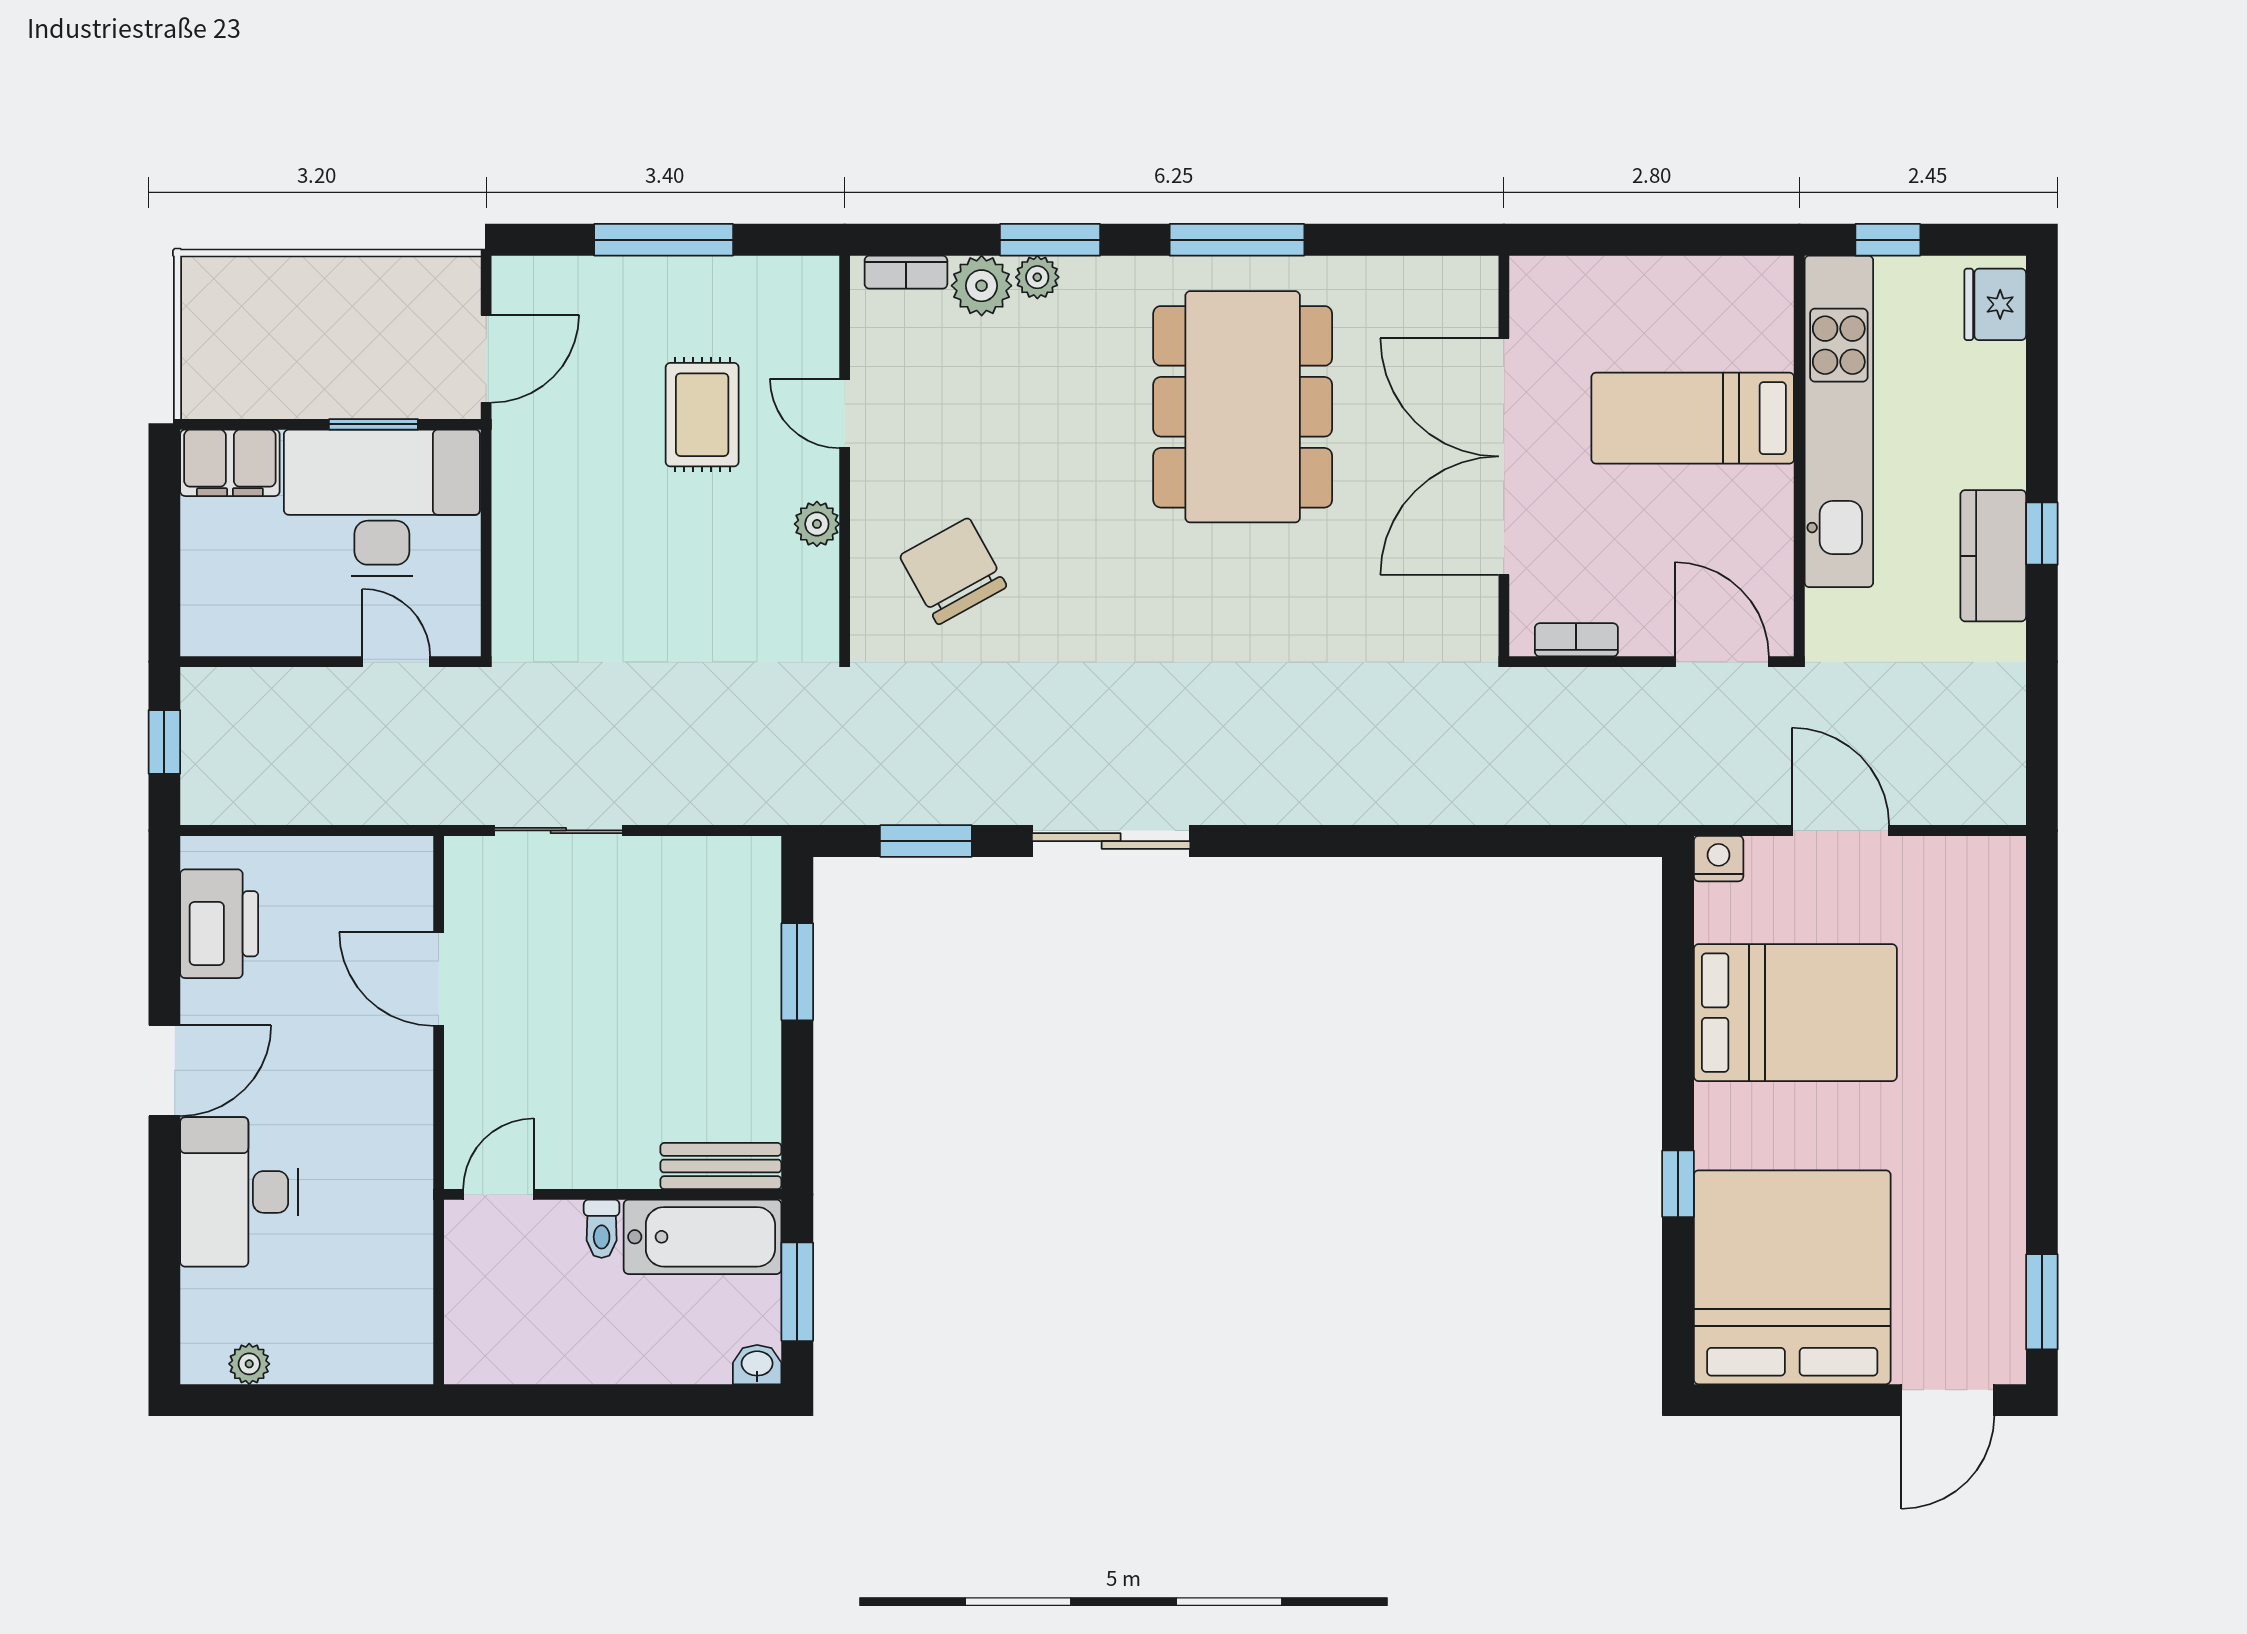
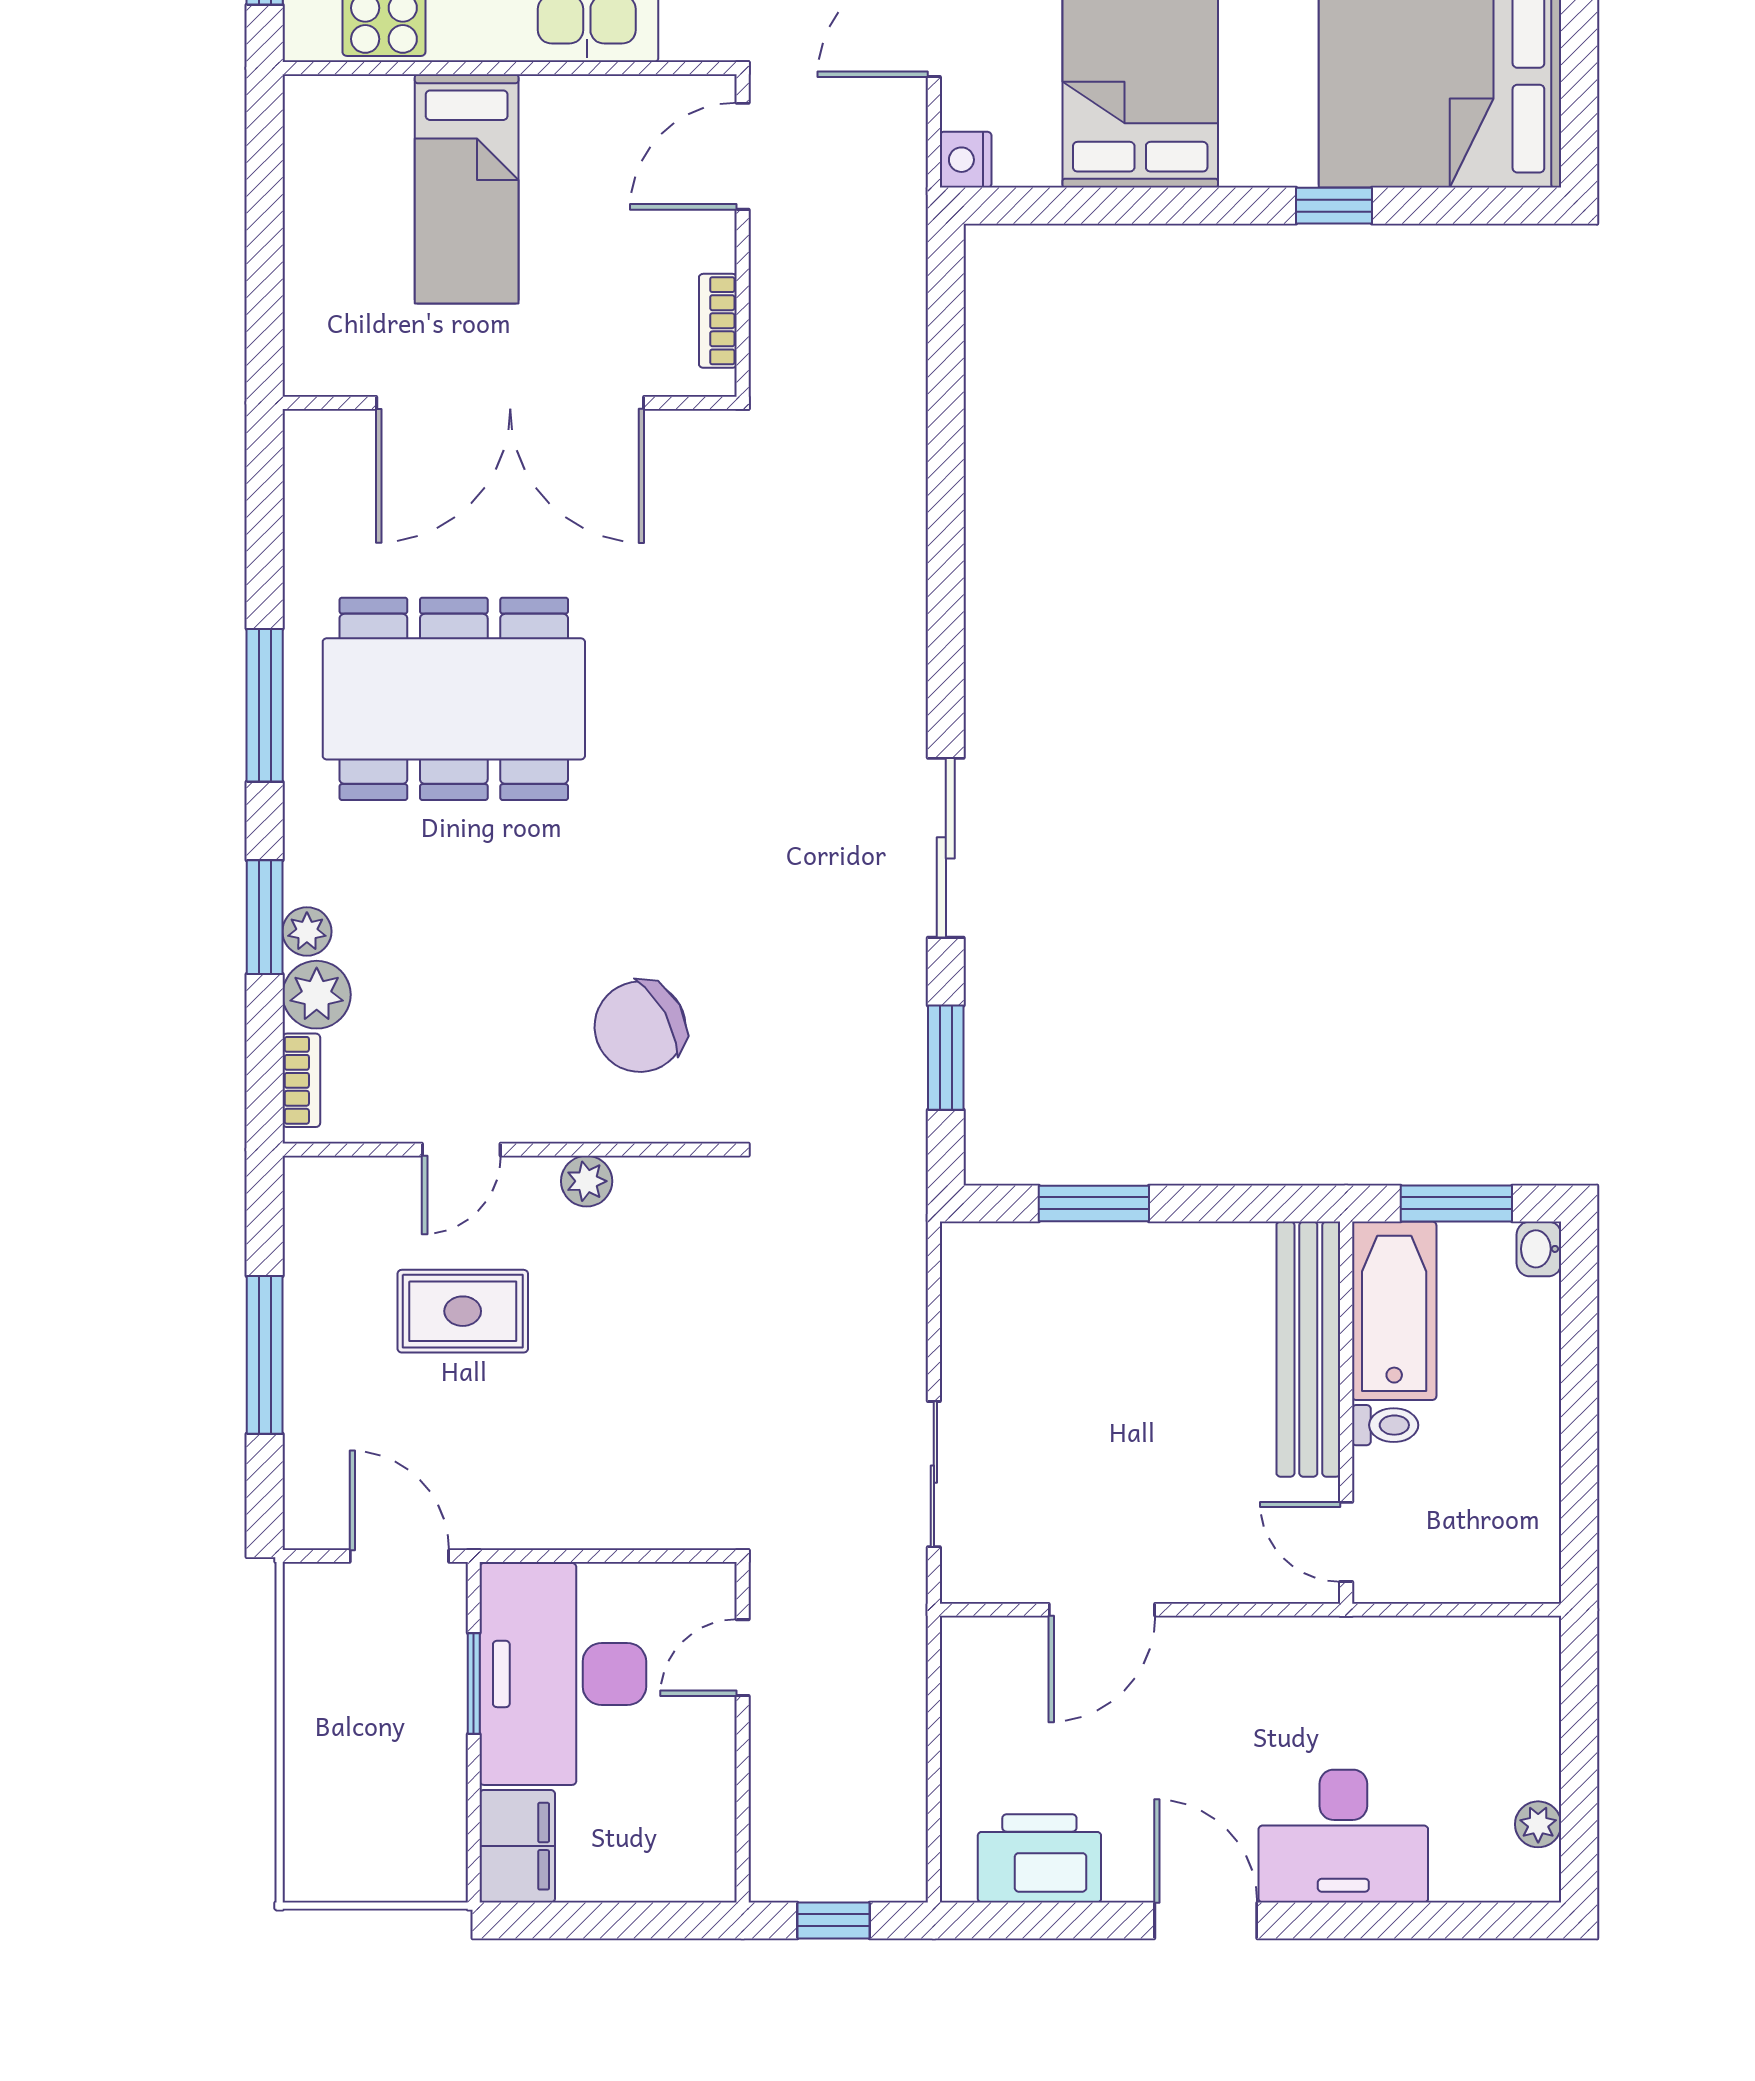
bench: (721, 1166) -> (1308, 1349), width x1.86, depth x1.21

